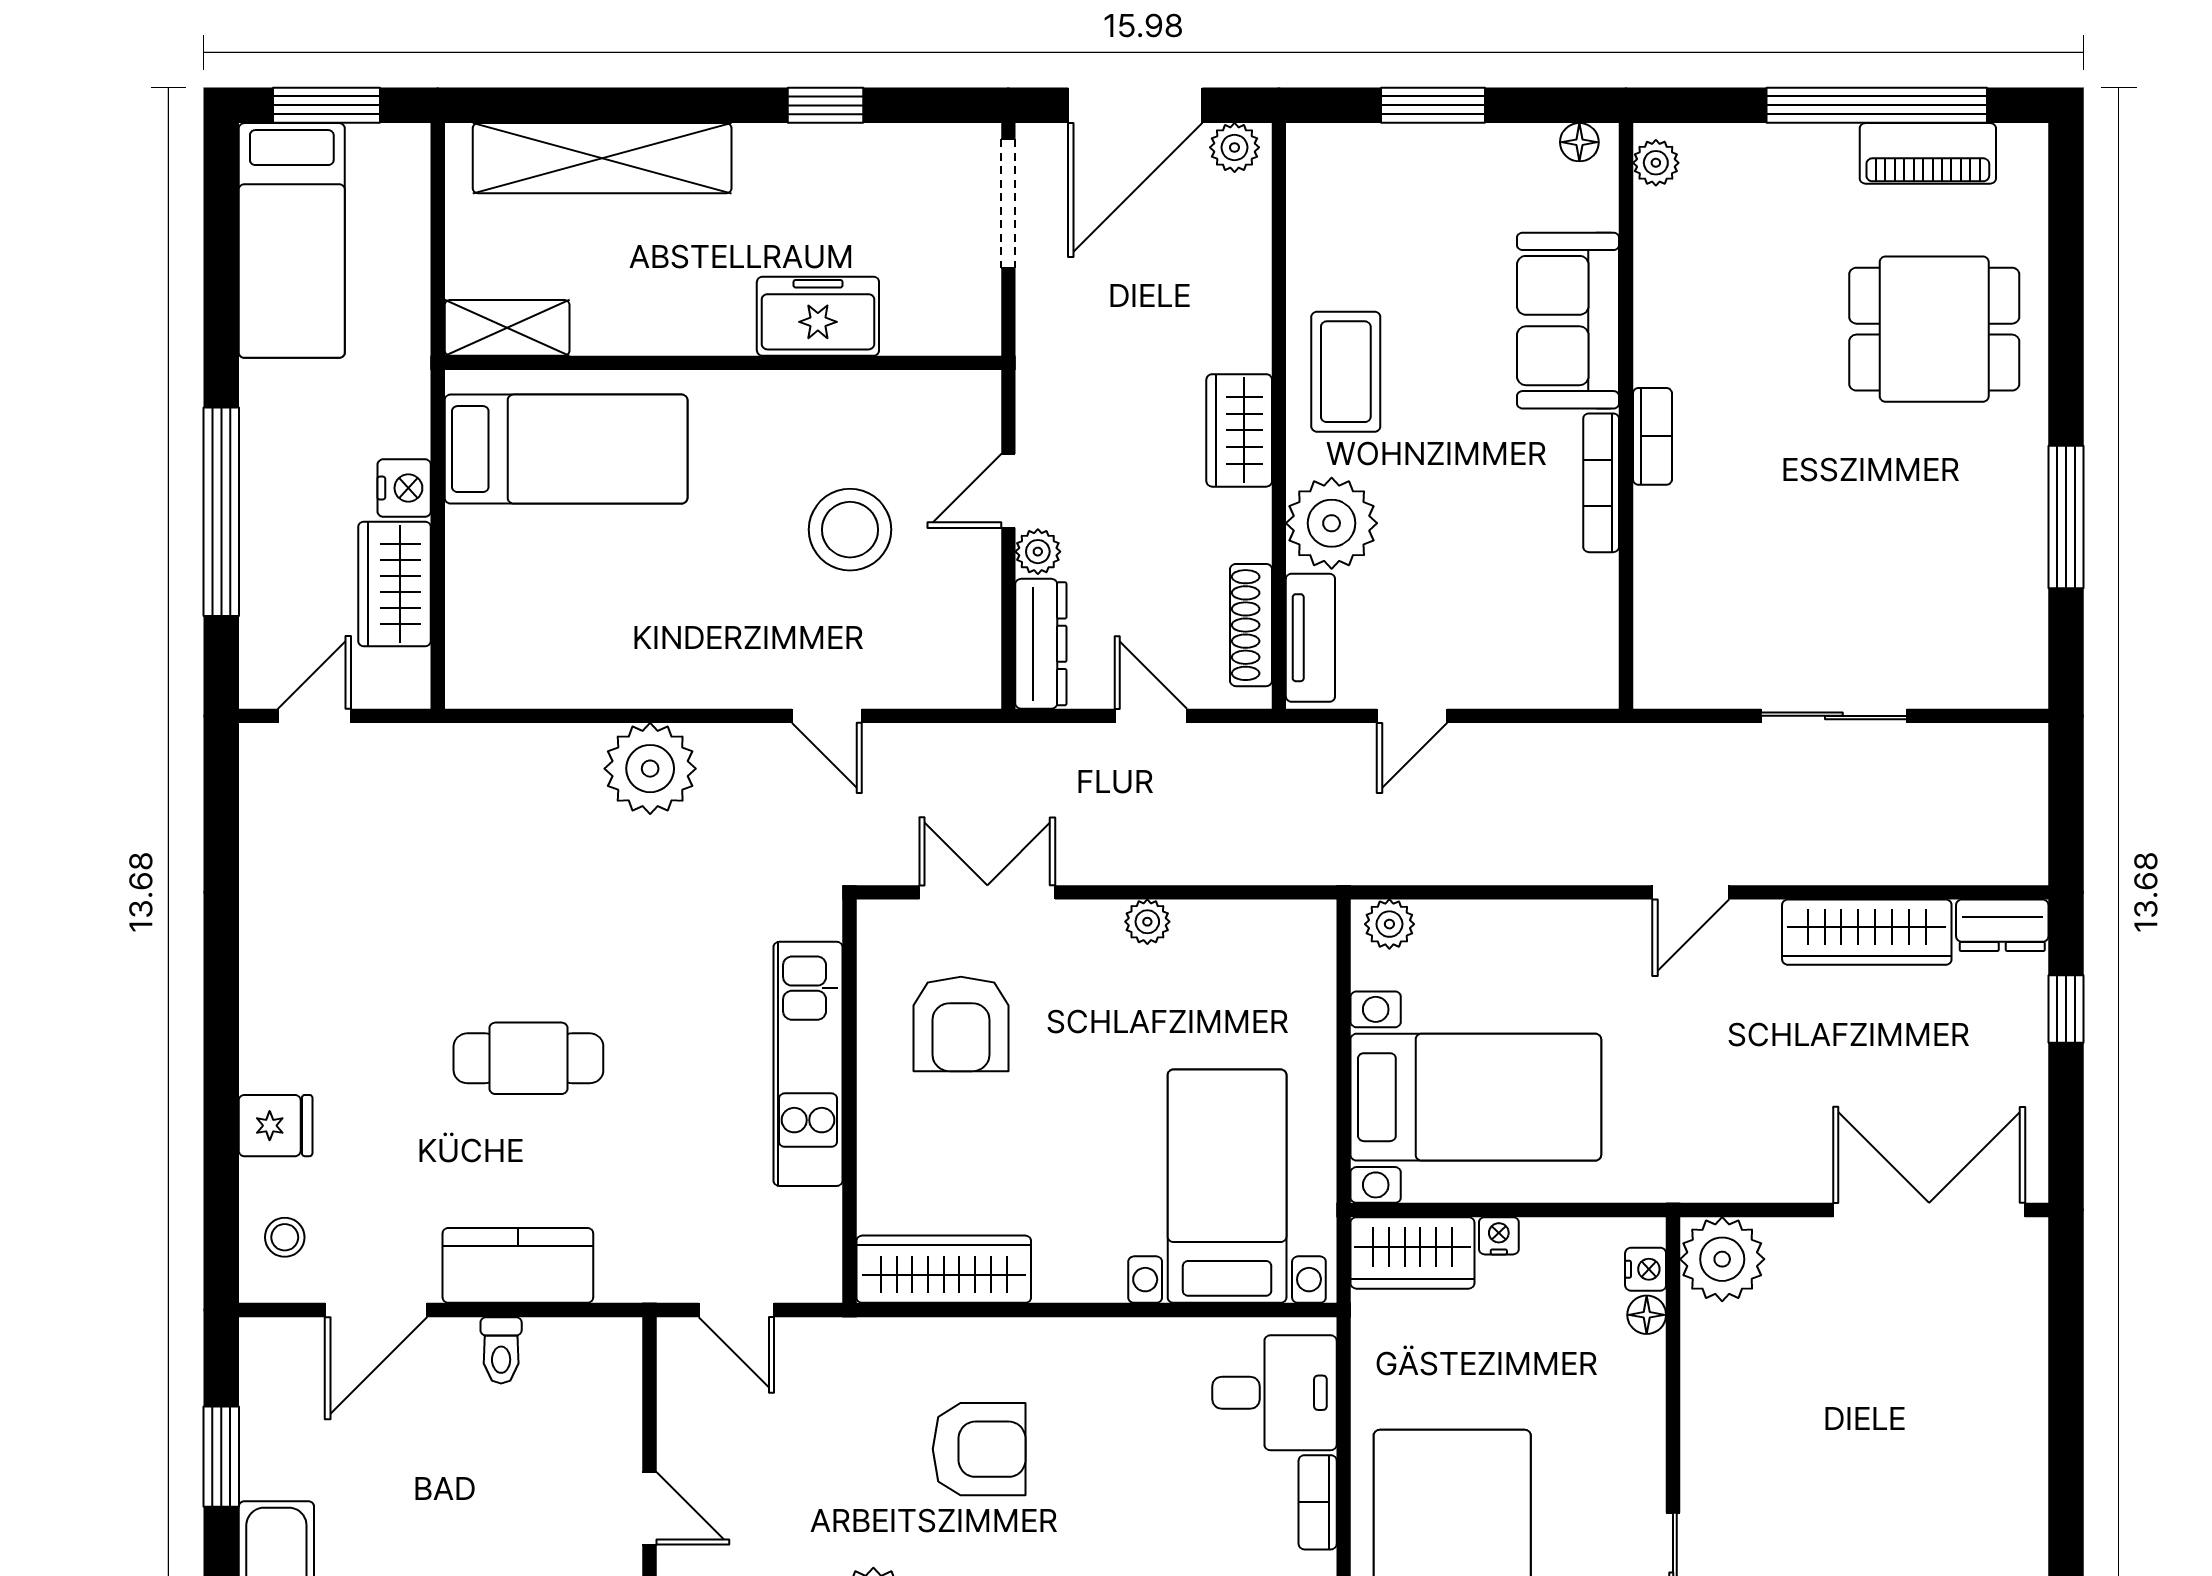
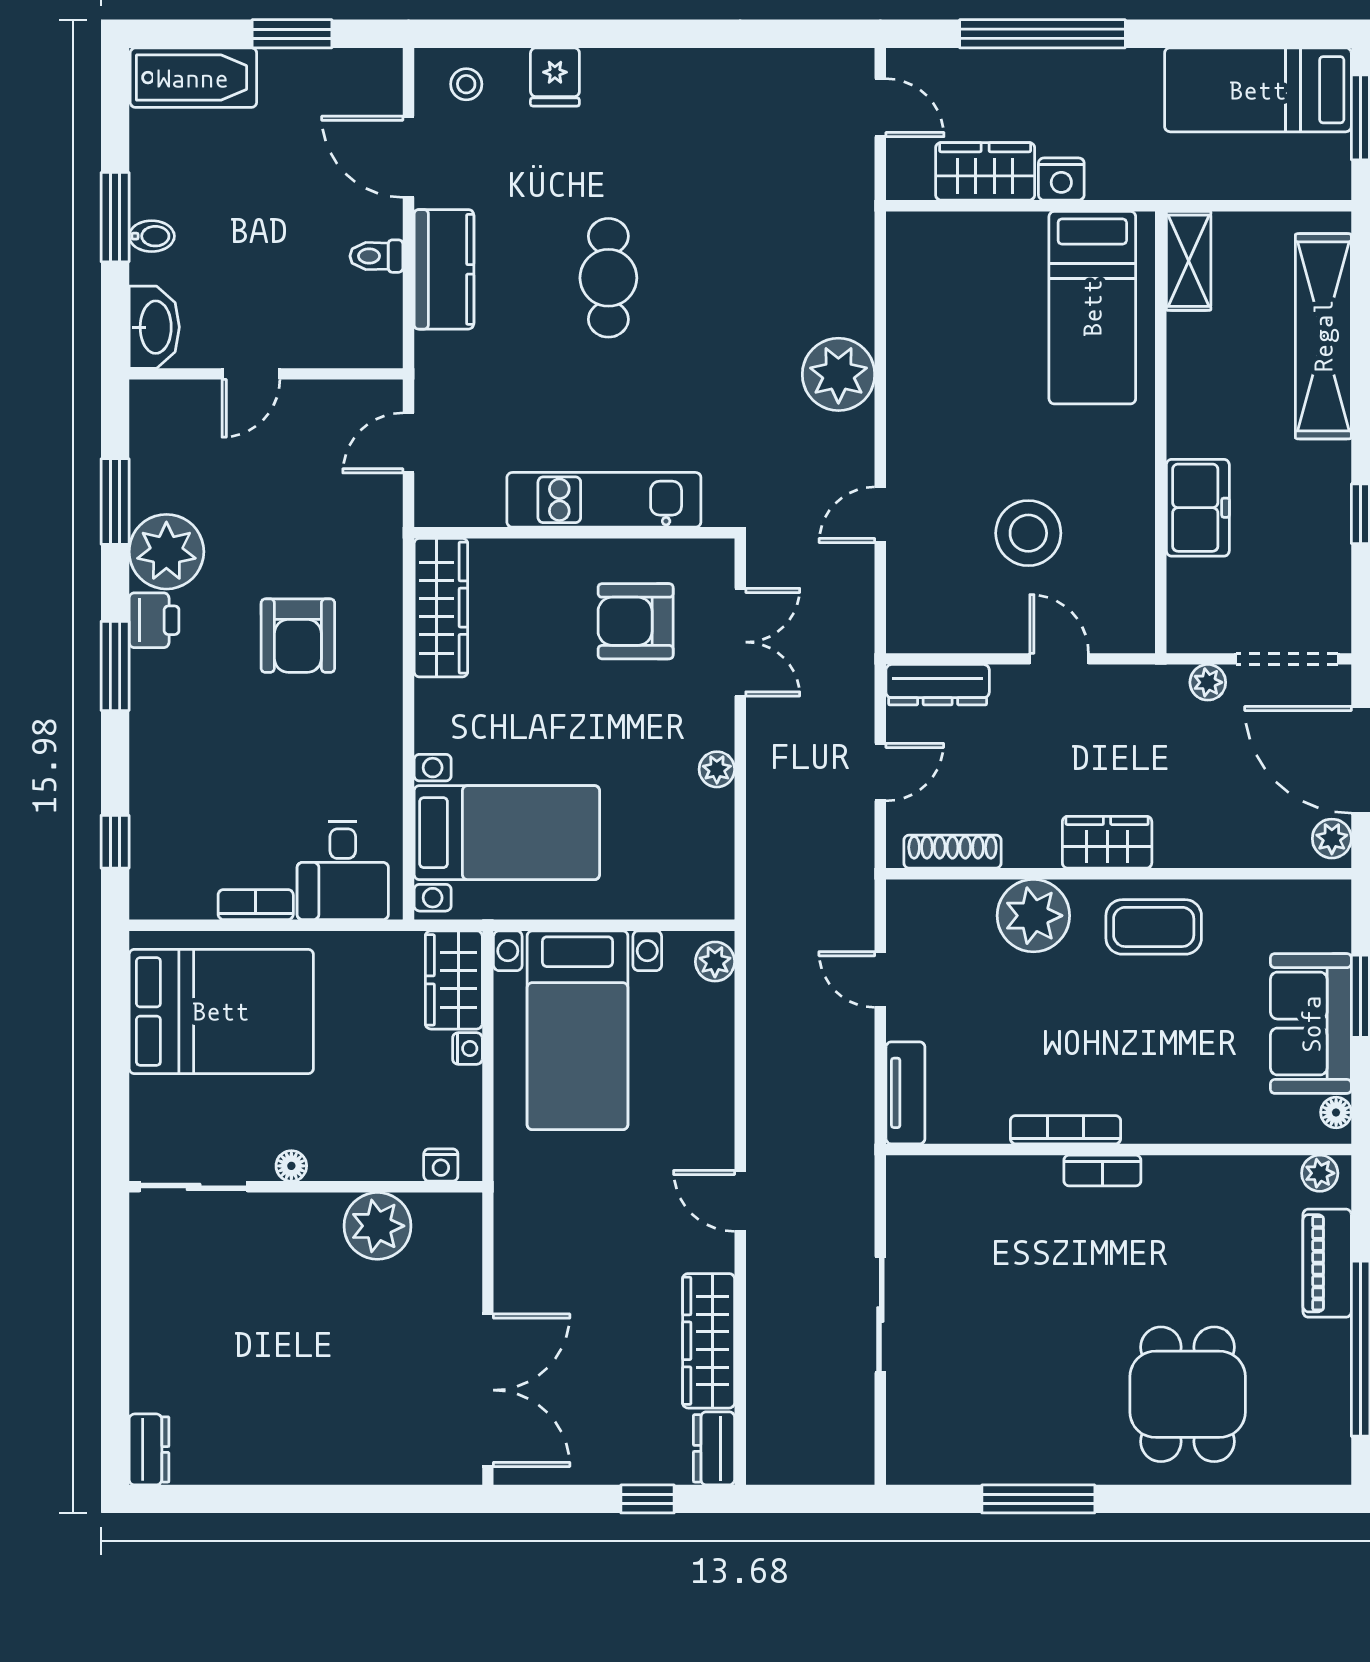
piano: (1928, 153) -> (1327, 1263), moved
sofa: (1568, 321) -> (1311, 1024), moved, turned -90
plant: (1038, 552) -> (1208, 682), moved
tv unit: (1310, 638) -> (905, 1093), moved, turned -90
plant: (1722, 1259) -> (377, 1226), moved
floor lamp: (1647, 1315) -> (291, 1166), moved

